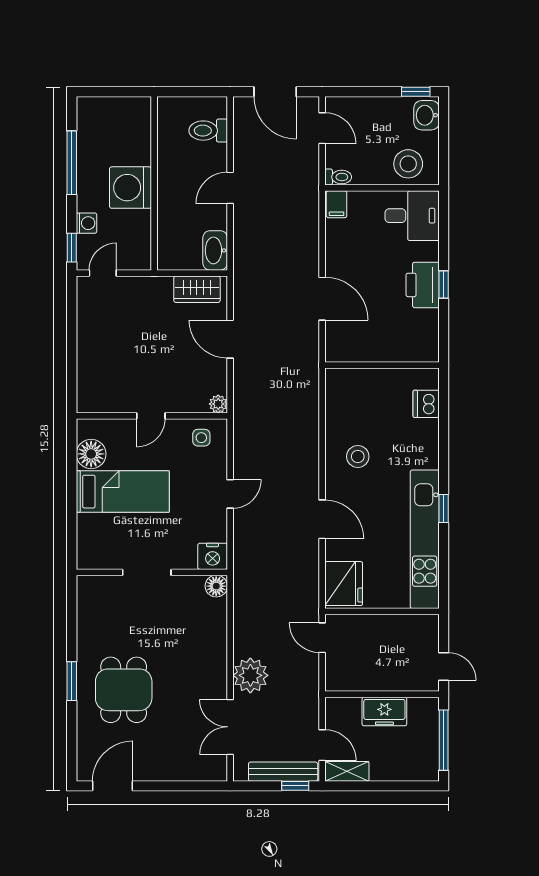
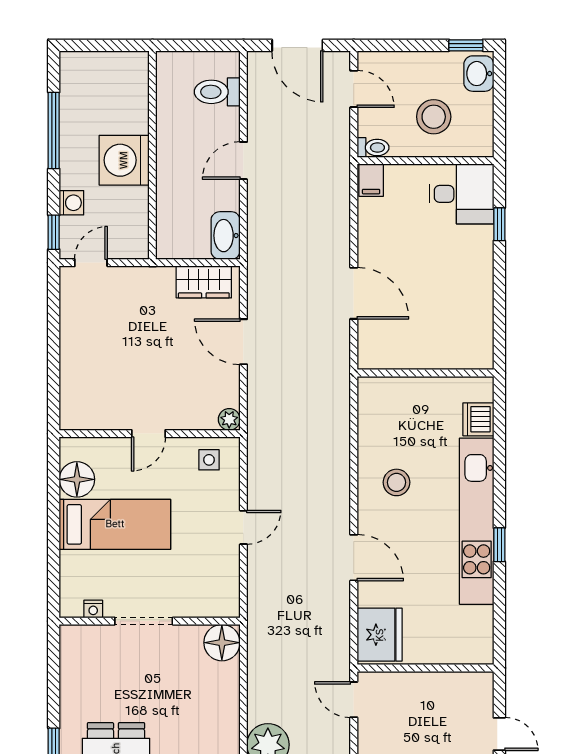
stool: (408, 164) -> (434, 117), moved
window: (444, 284) -> (499, 224), moved
printer: (423, 285) -> (474, 277), removed
kitchen unit: (425, 539) -> (477, 521), moved
nightstand: (213, 556) -> (93, 609), moved, width x0.53, depth x0.56
floor lamp: (216, 586) -> (222, 643), width x1.38, depth x1.38

